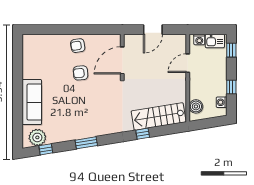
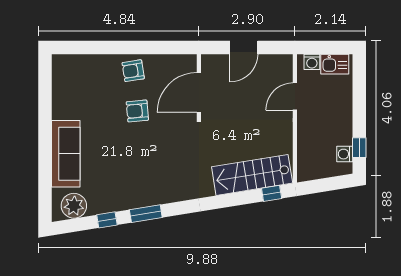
window: (231, 50) -> (359, 77), removed
window: (231, 87) -> (359, 148), moved
boiler: (196, 106) -> (307, 160), removed
window: (143, 134) -> (272, 193), moved
window: (46, 149) -> (107, 220), moved

